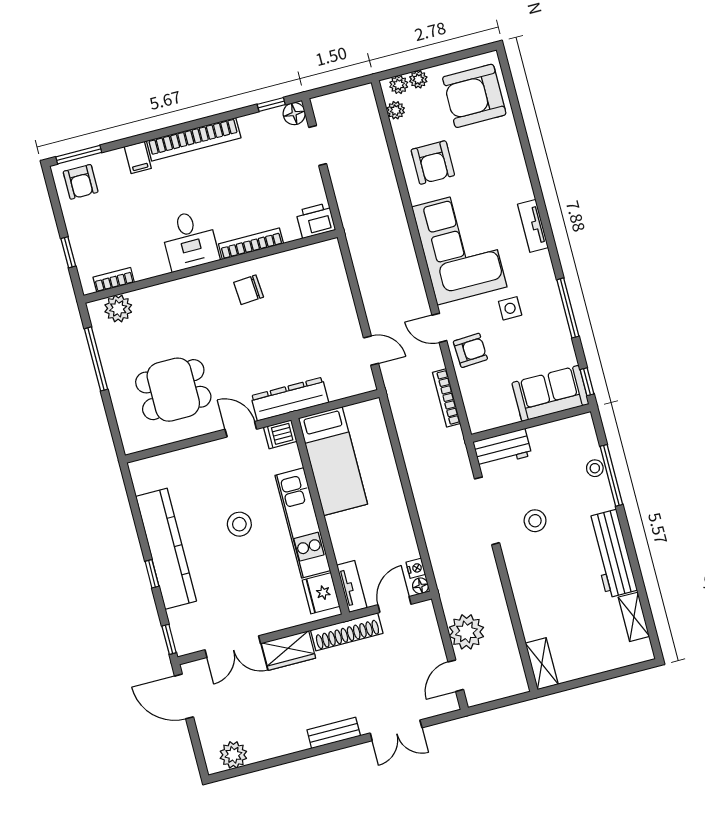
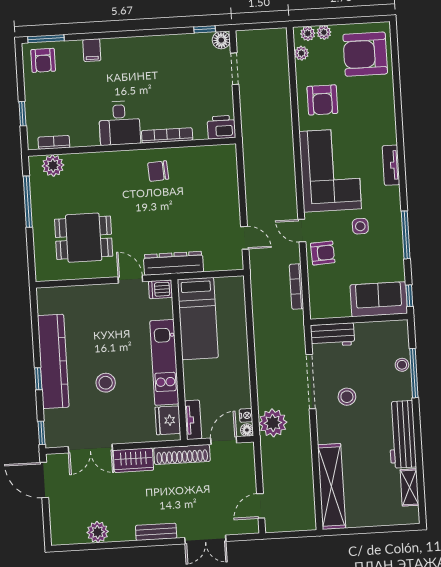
bookcase: (194, 139) -> (138, 45), removed
stool: (239, 524) -> (106, 383), moved
plant: (466, 632) -> (273, 423), moved
shelving: (542, 664) -> (332, 487), width x2.20, depth x1.33
plant: (233, 755) -> (98, 532), moved

